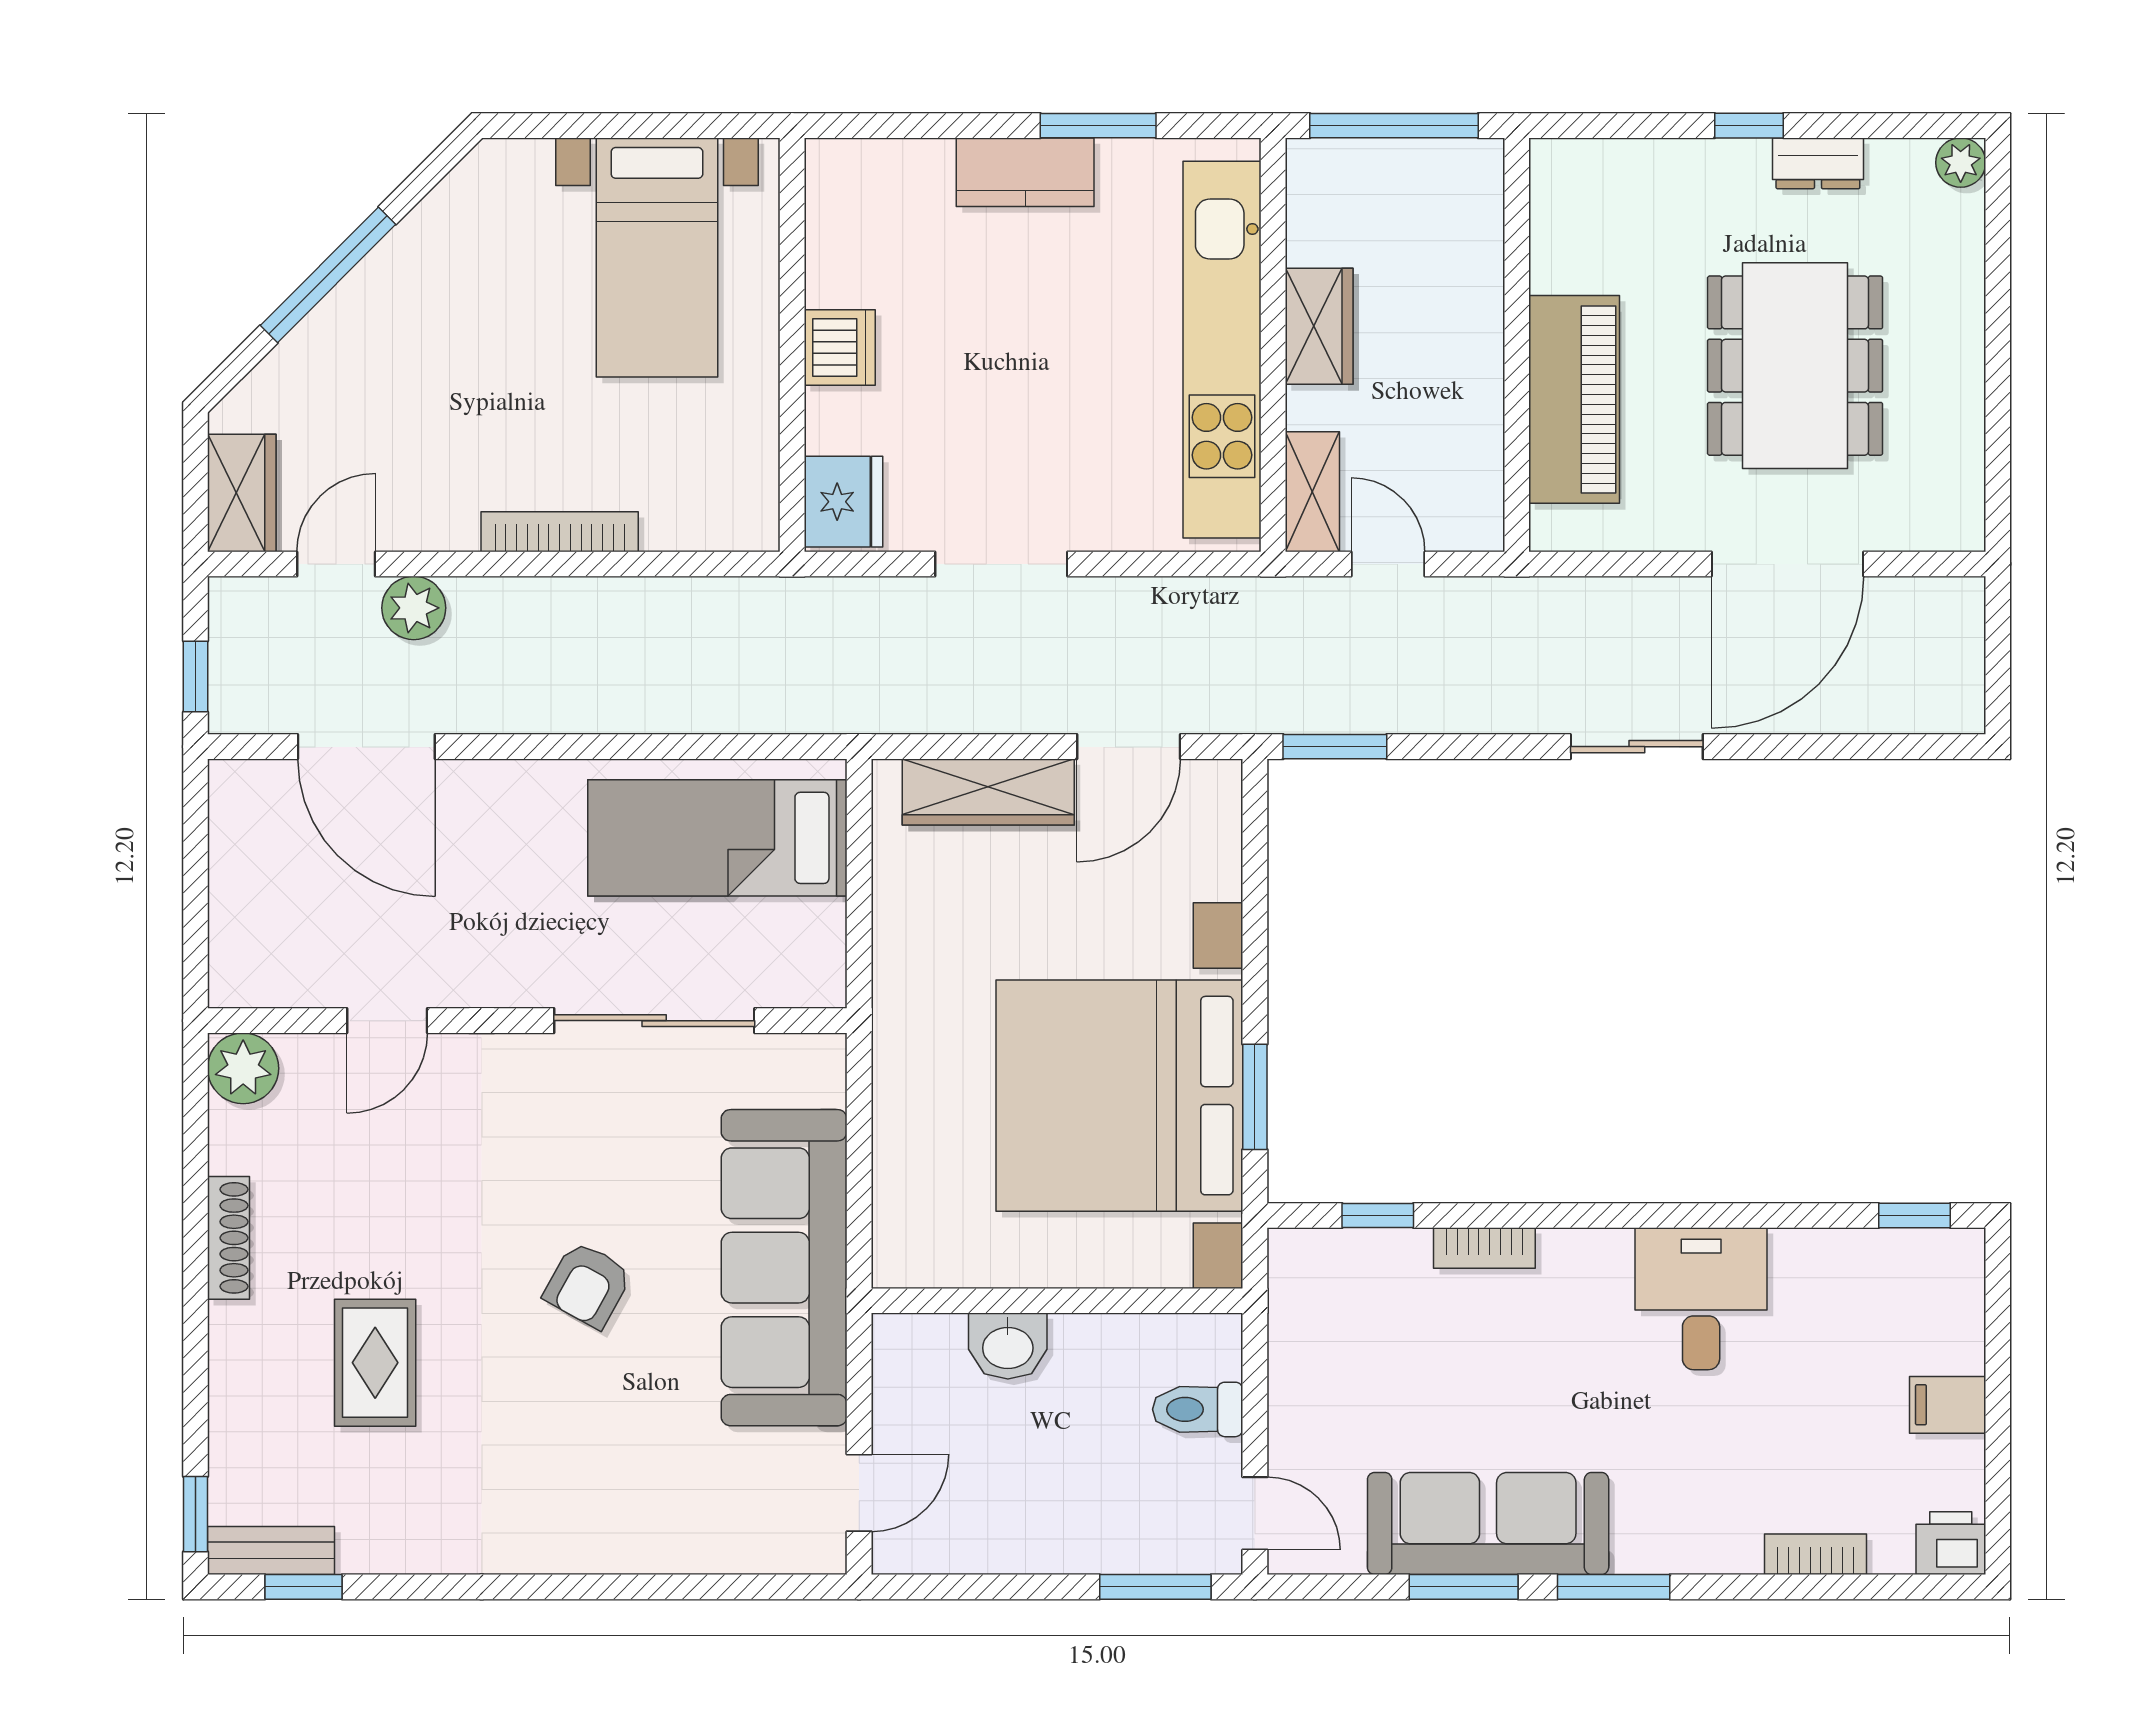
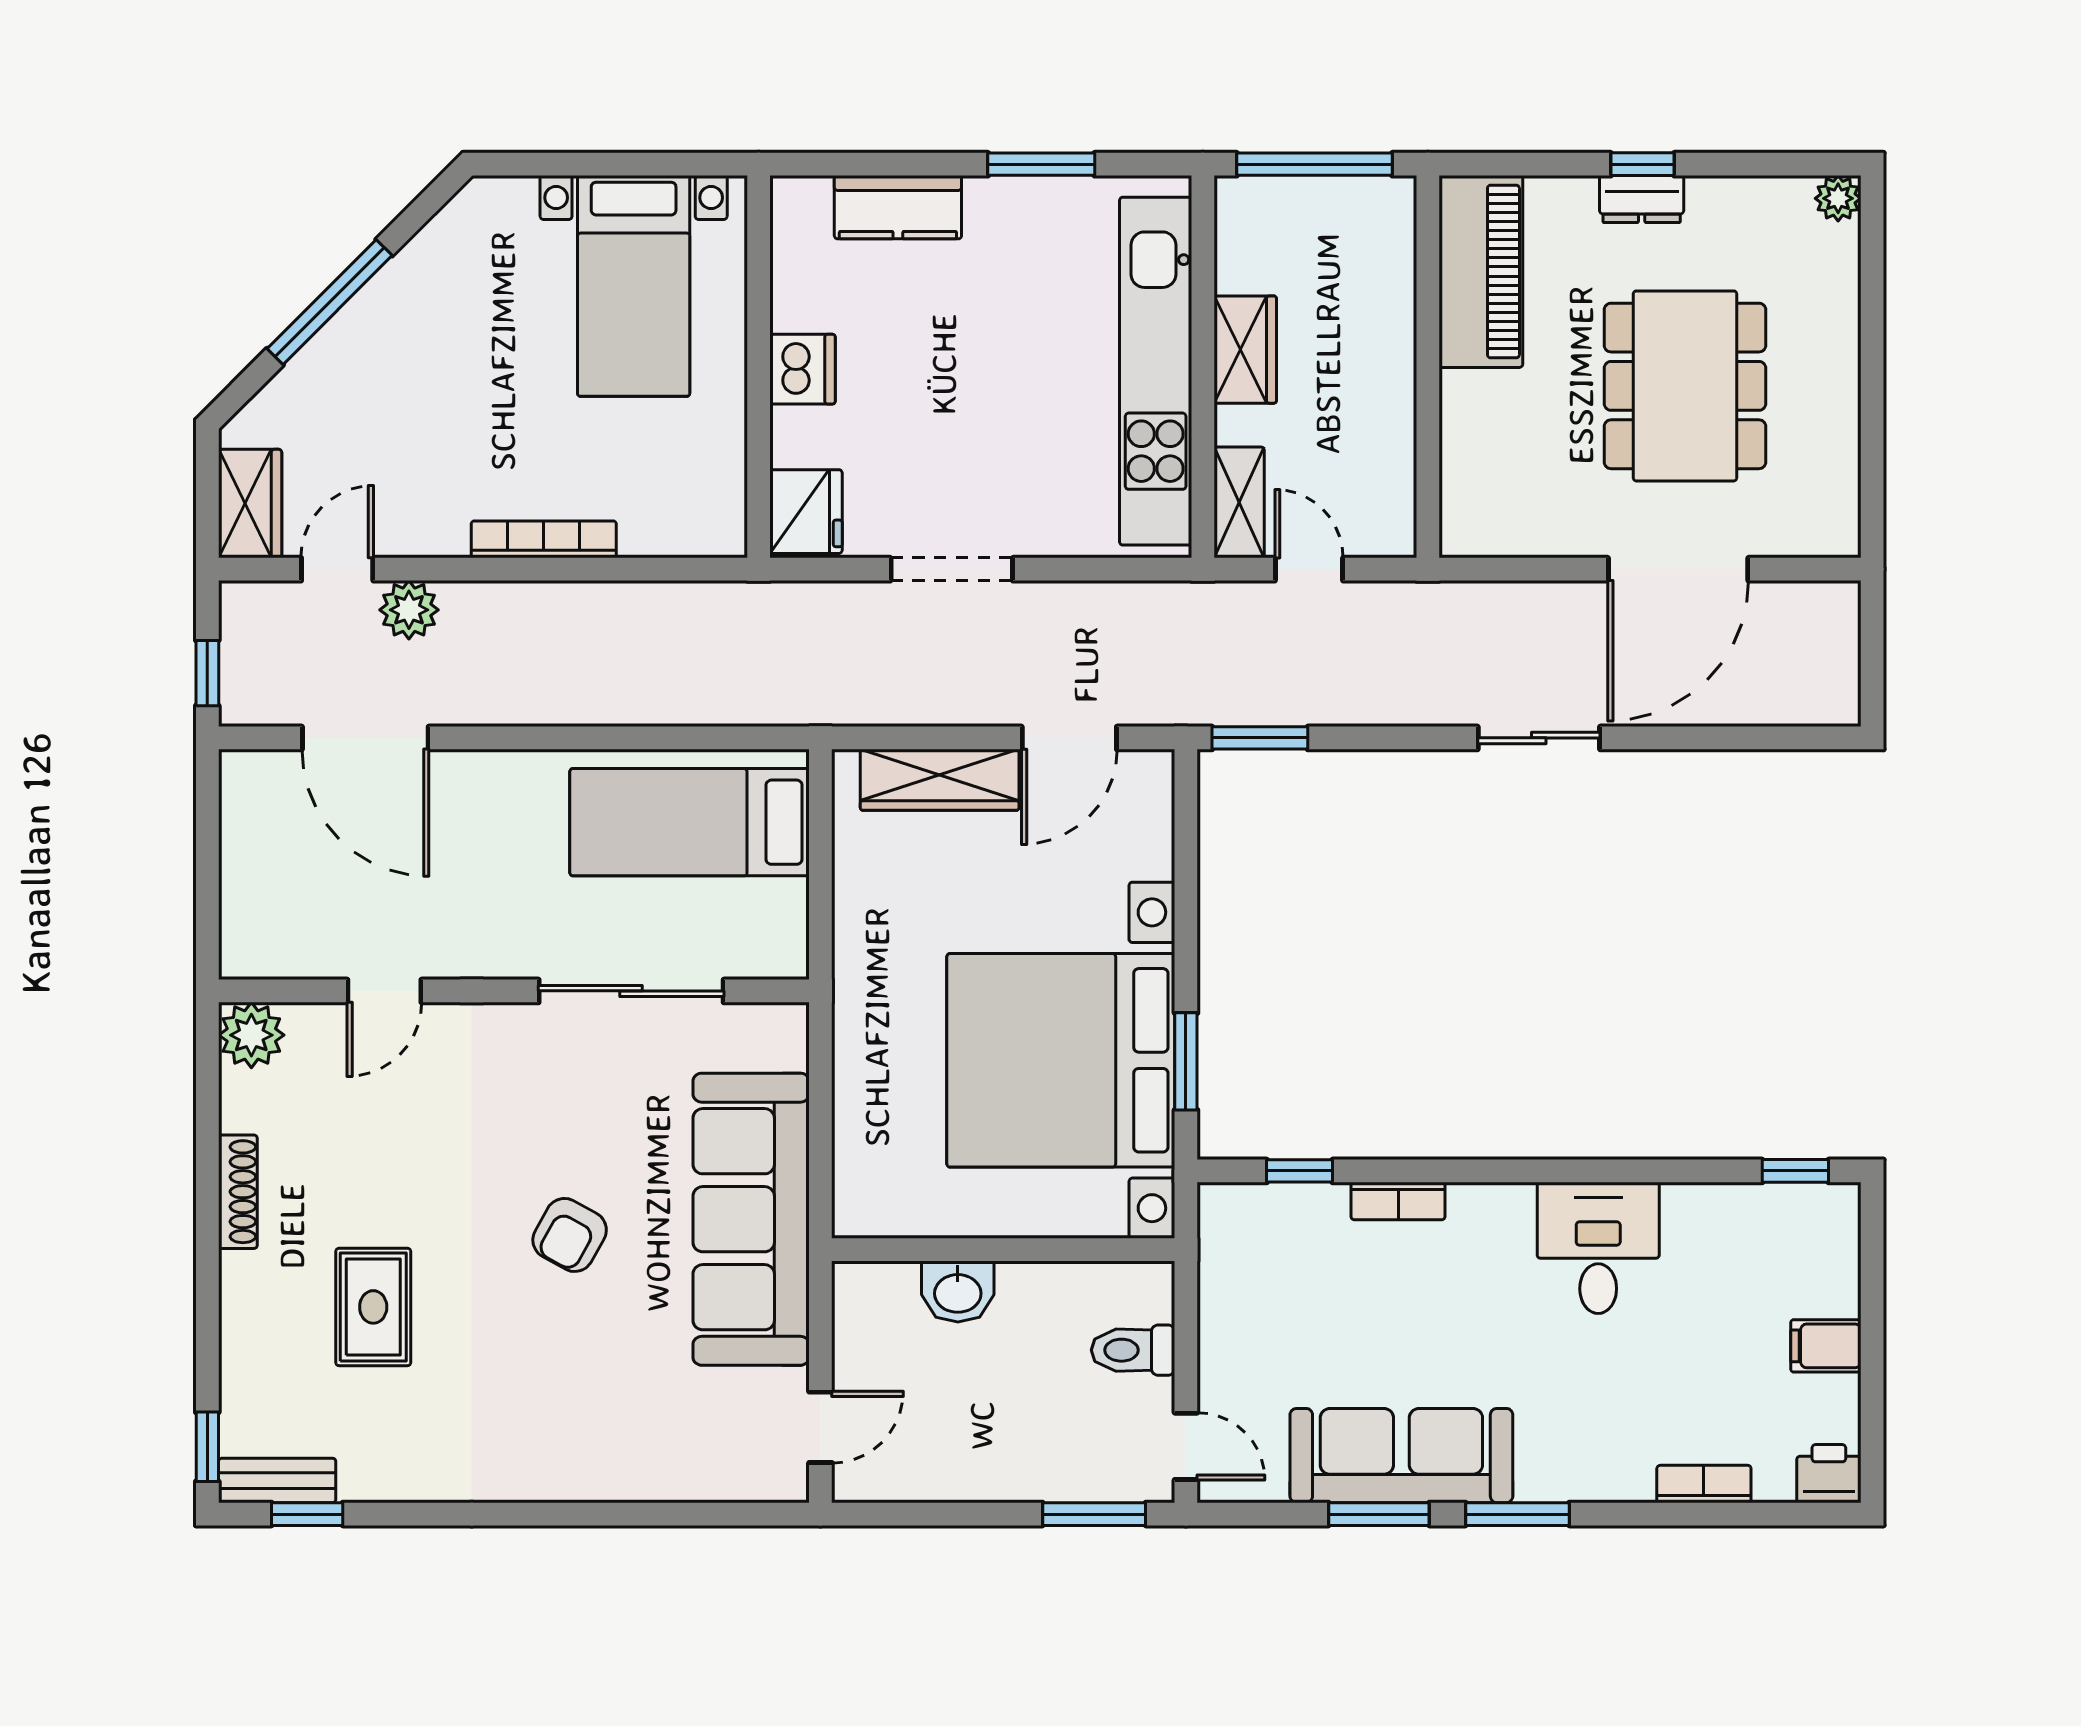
dresser: (1818, 163) -> (1642, 199), moved
kitchen counter: (1025, 172) -> (898, 207), moved
piano: (1574, 399) -> (1481, 272), moved

